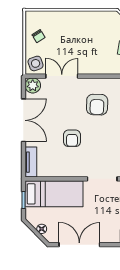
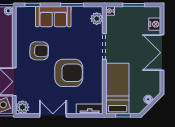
double door: (23, 120) -> (53, 115), width x0.73
armchair: (72, 138) -> (69, 73), width x1.88, depth x1.88
double door: (79, 245) -> (162, 53), moved

